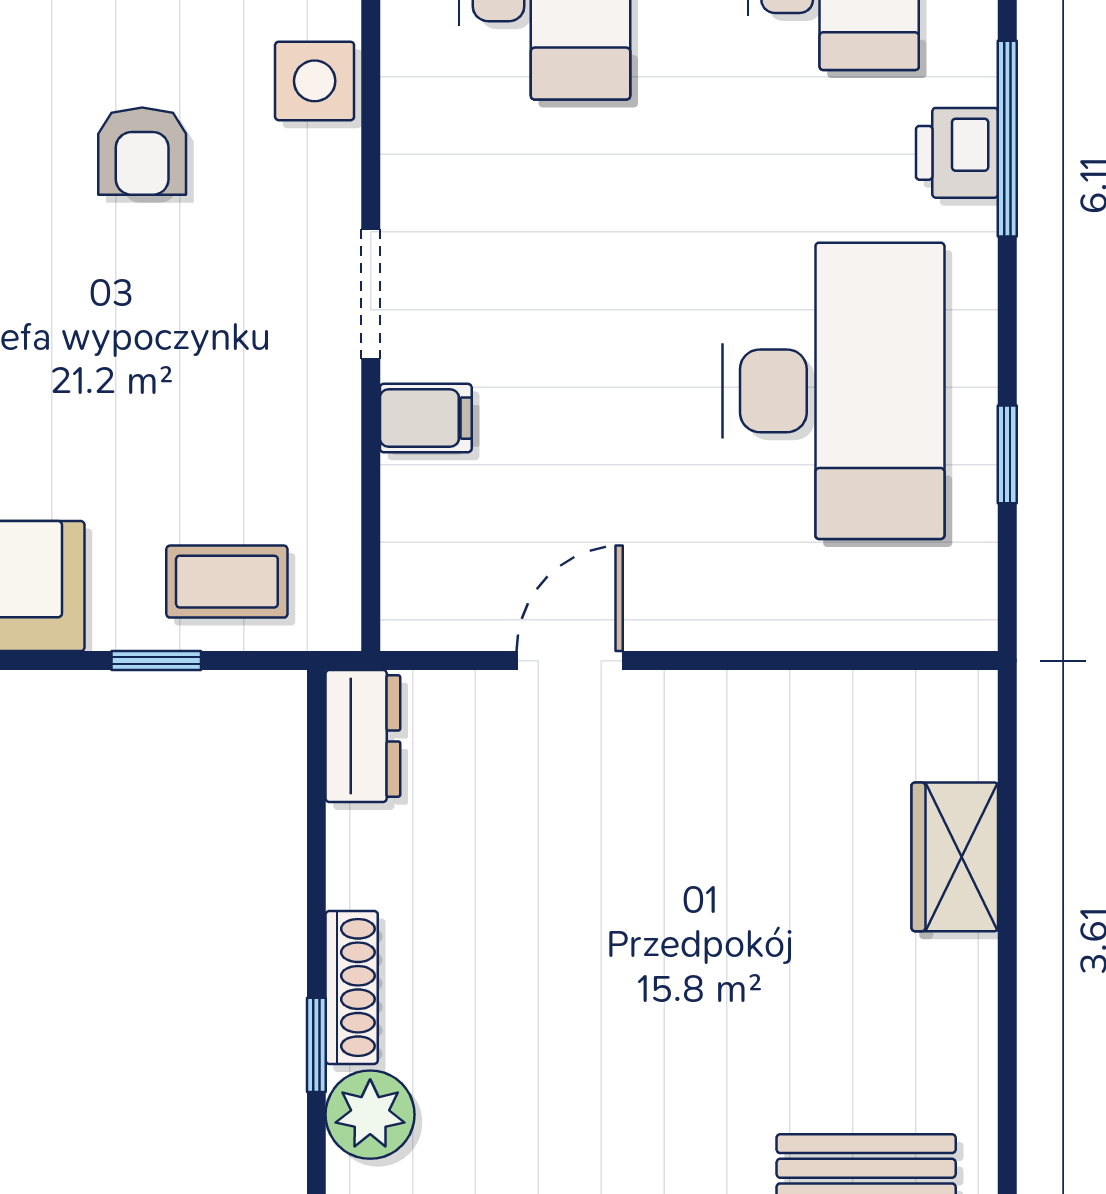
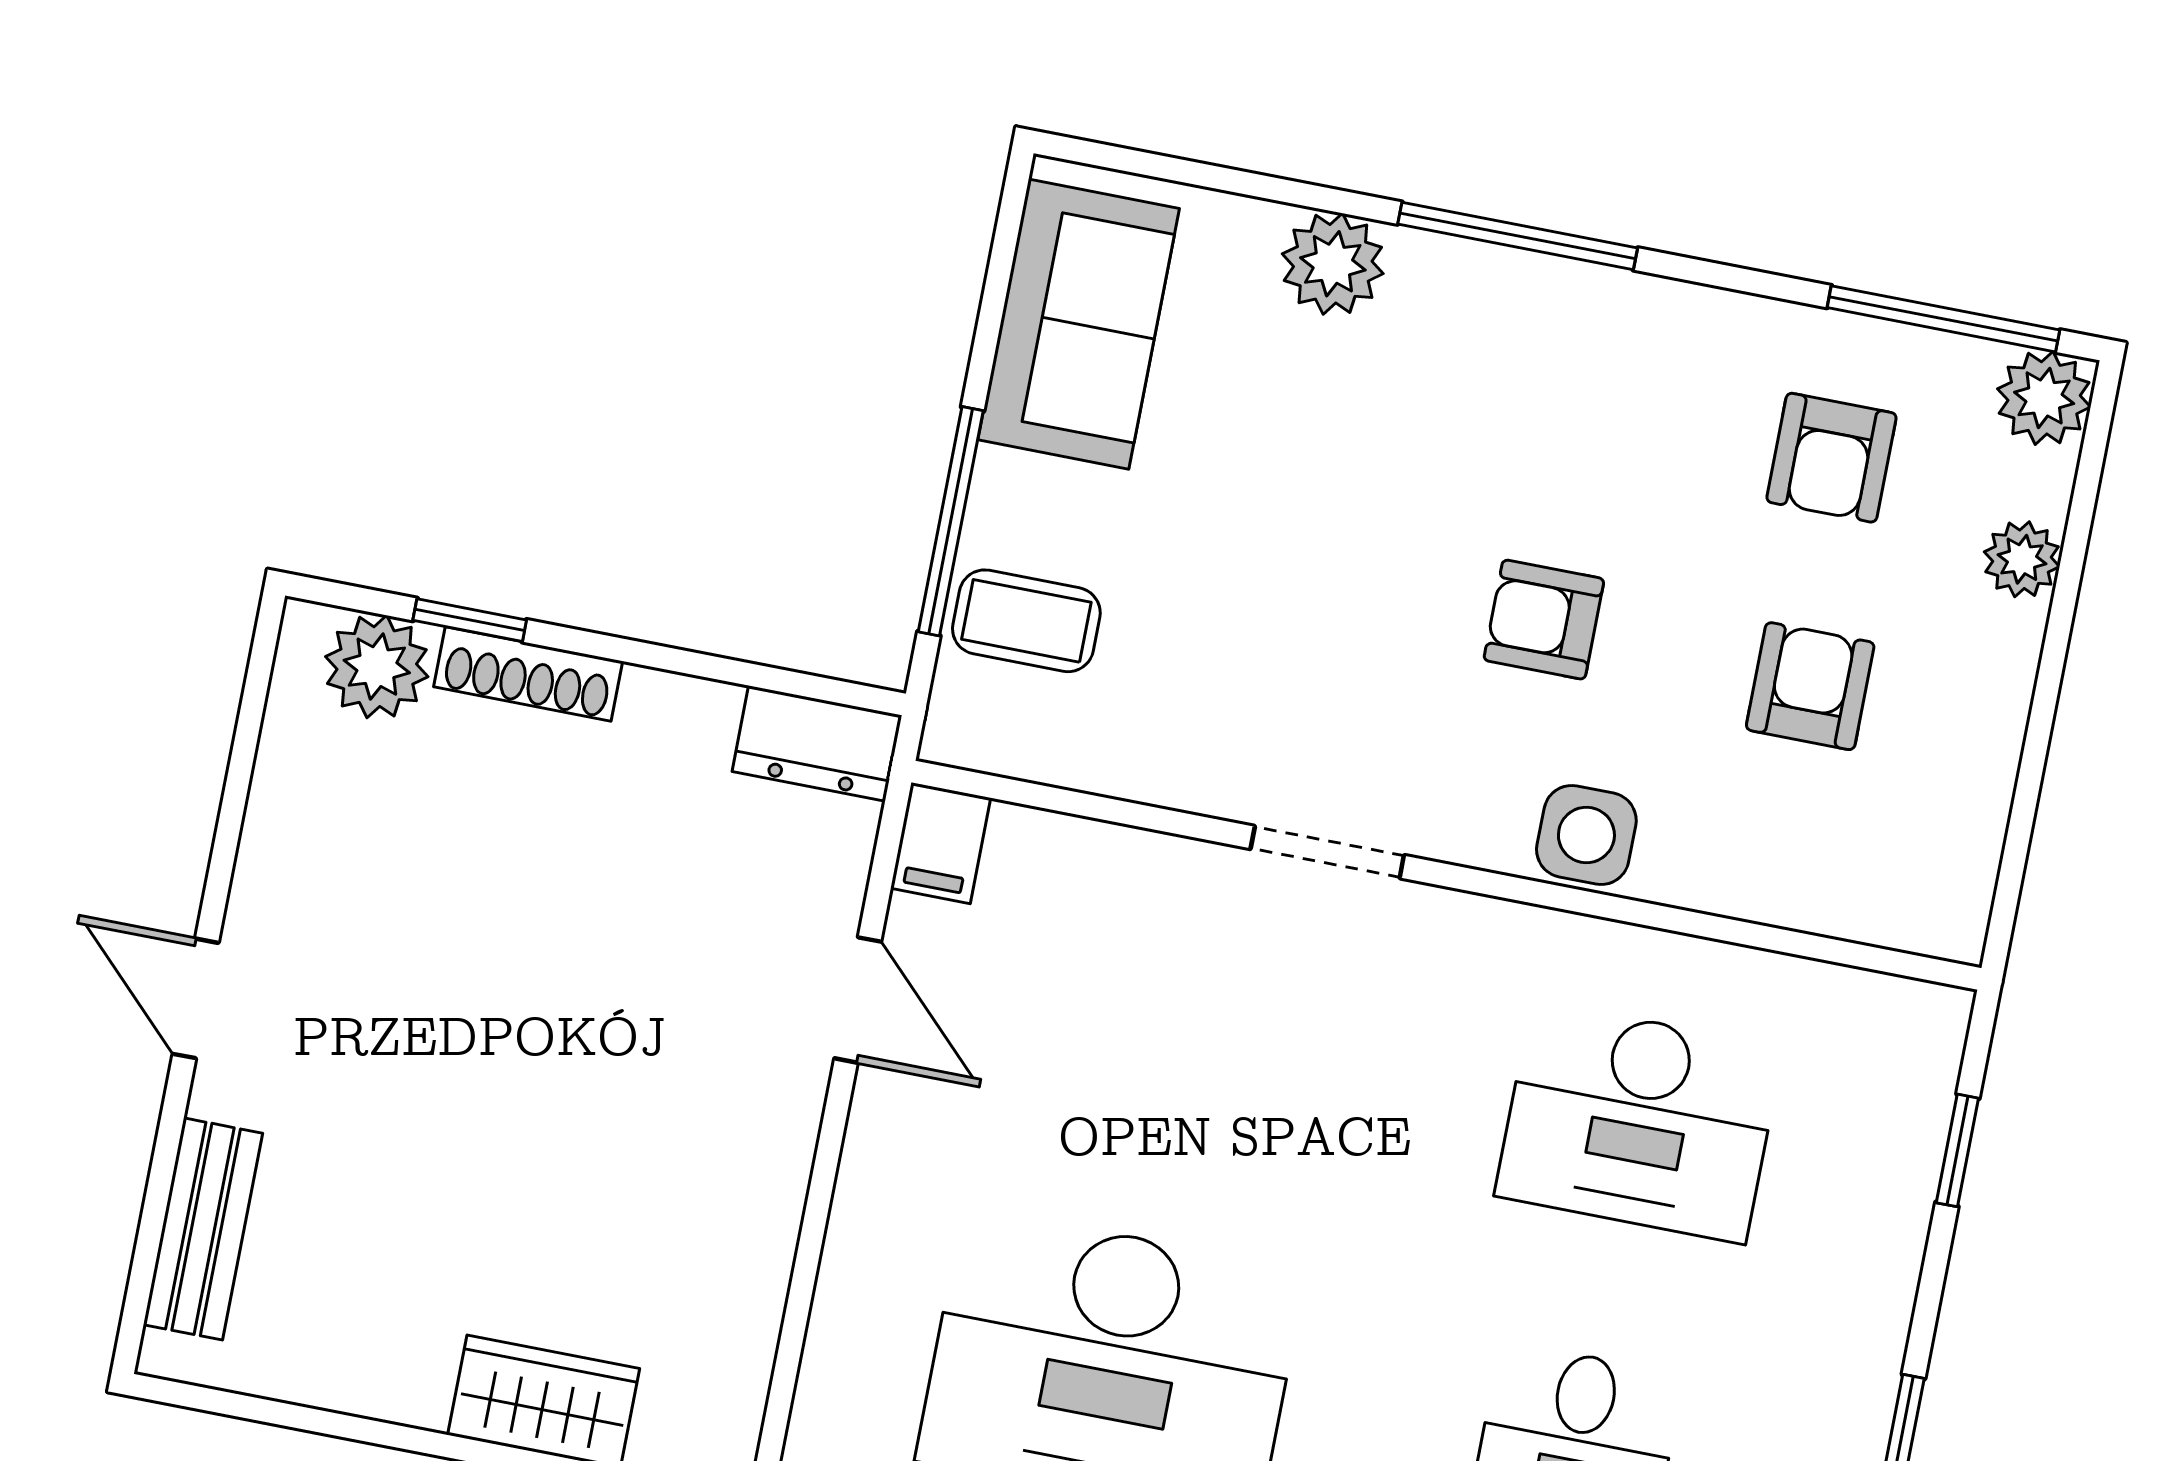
filing cabinet: (426, 418) -> (941, 843), moved
coffee table: (227, 582) -> (1026, 621), turned 90
window: (156, 661) -> (951, 521), width x2.17

